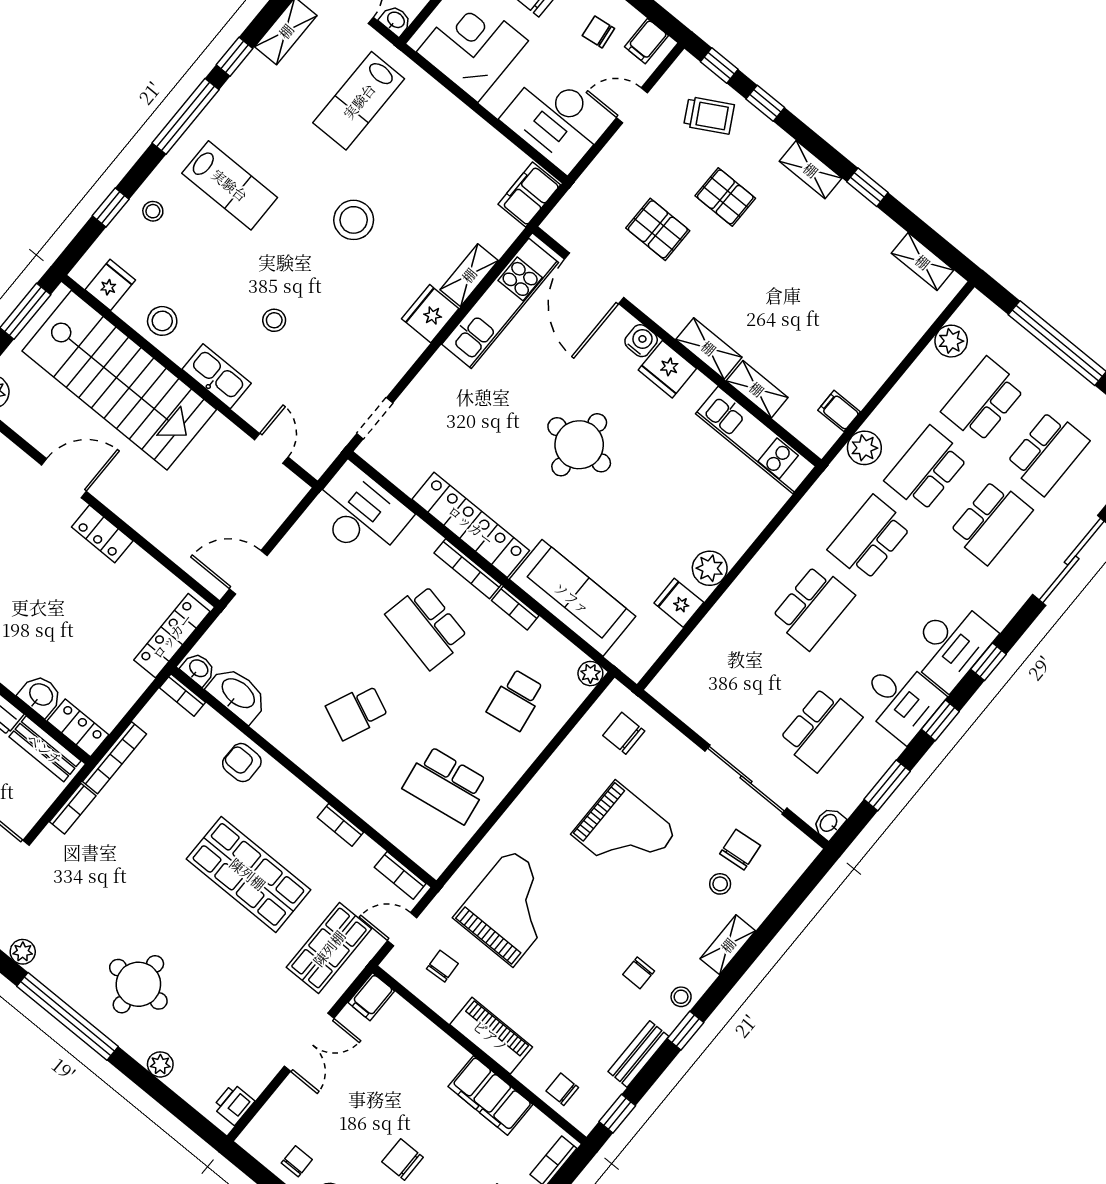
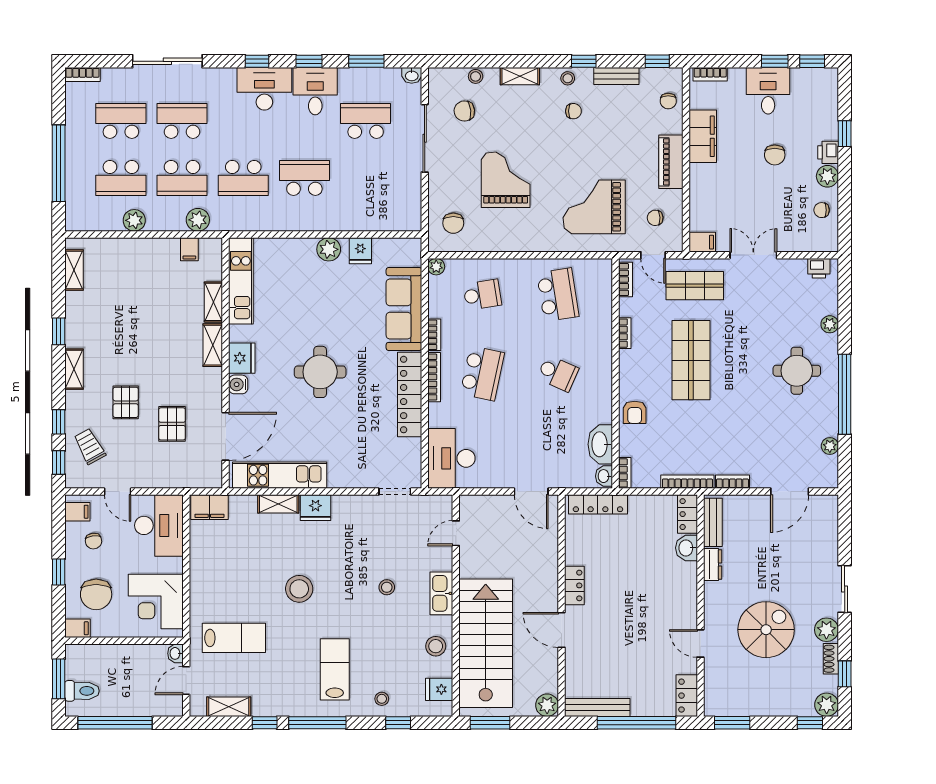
plant: (951, 341) -> (134, 220), moved
stool: (720, 884) -> (476, 76), moved

